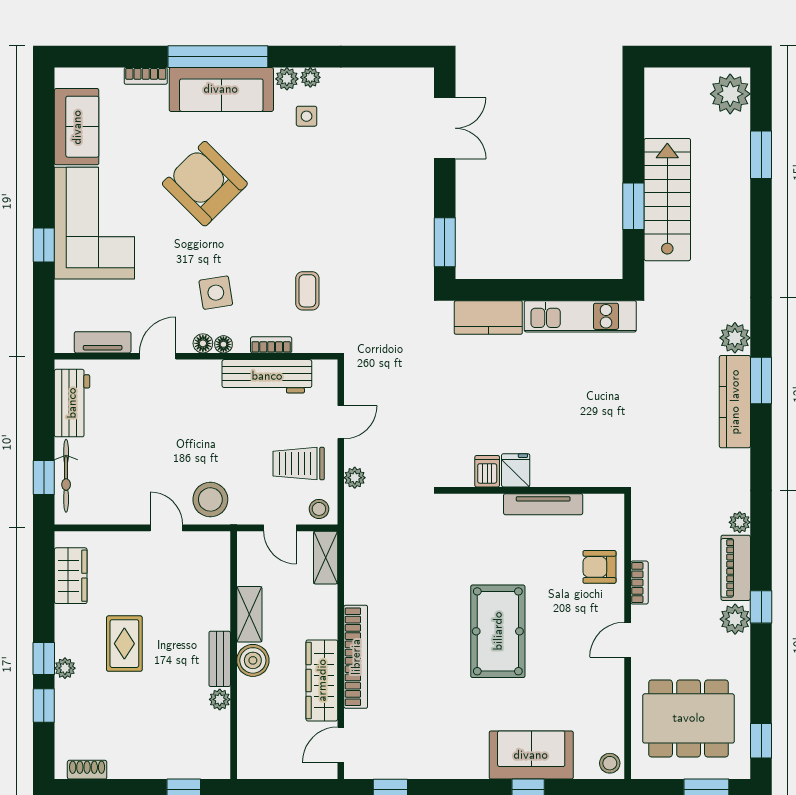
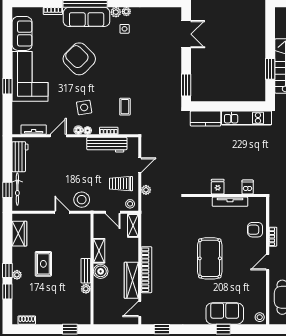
dishwasher: (487, 471) -> (248, 187), moved

